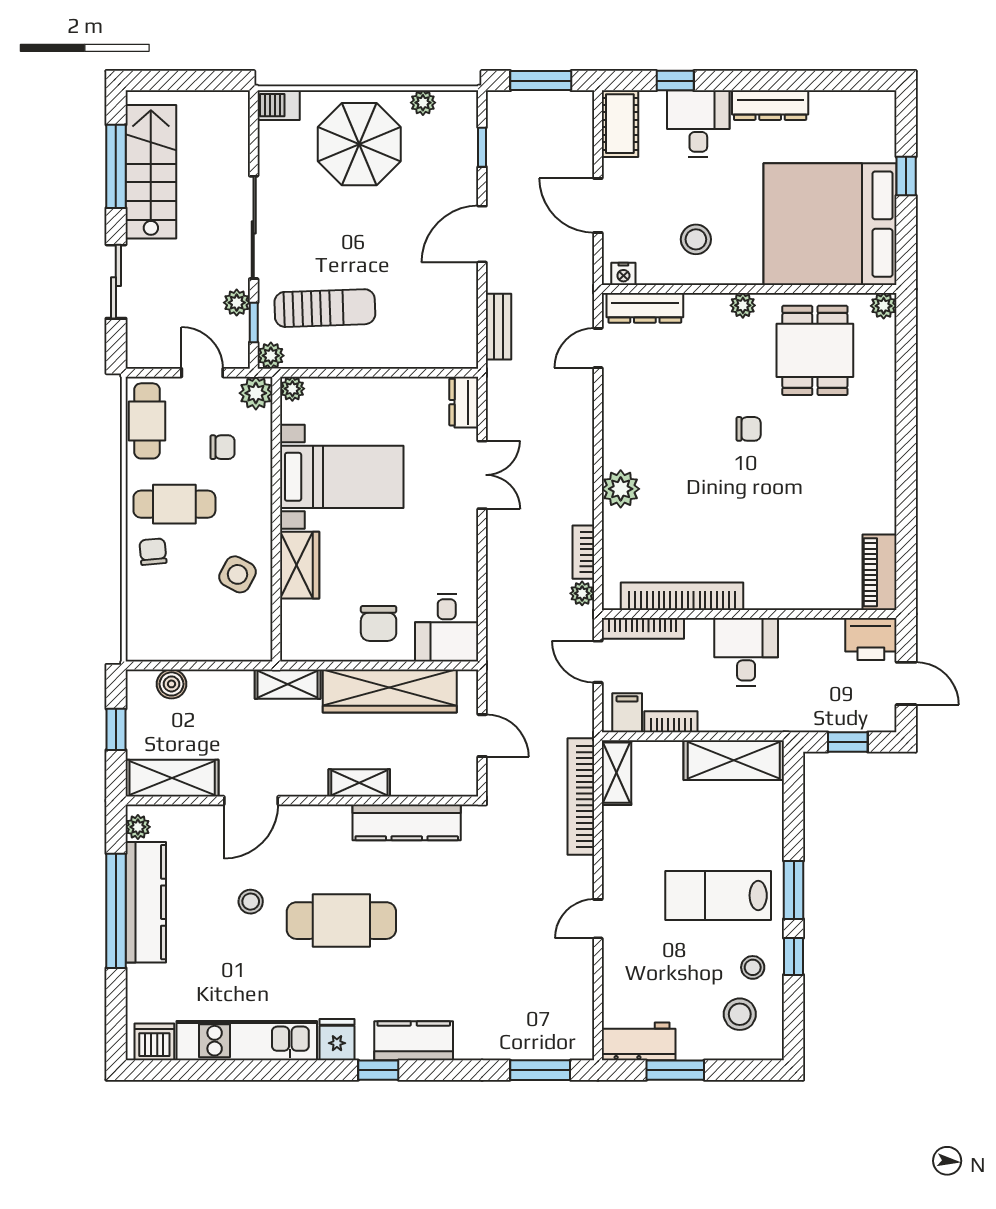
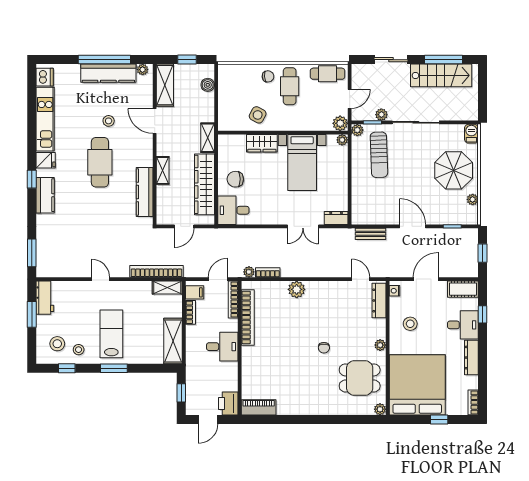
window: (541, 81) -> (483, 253), width x0.67
bookcase: (869, 101) -> (473, 402), added
chair: (222, 447) -> (316, 108), removed
window: (794, 956) -> (67, 368), moved

